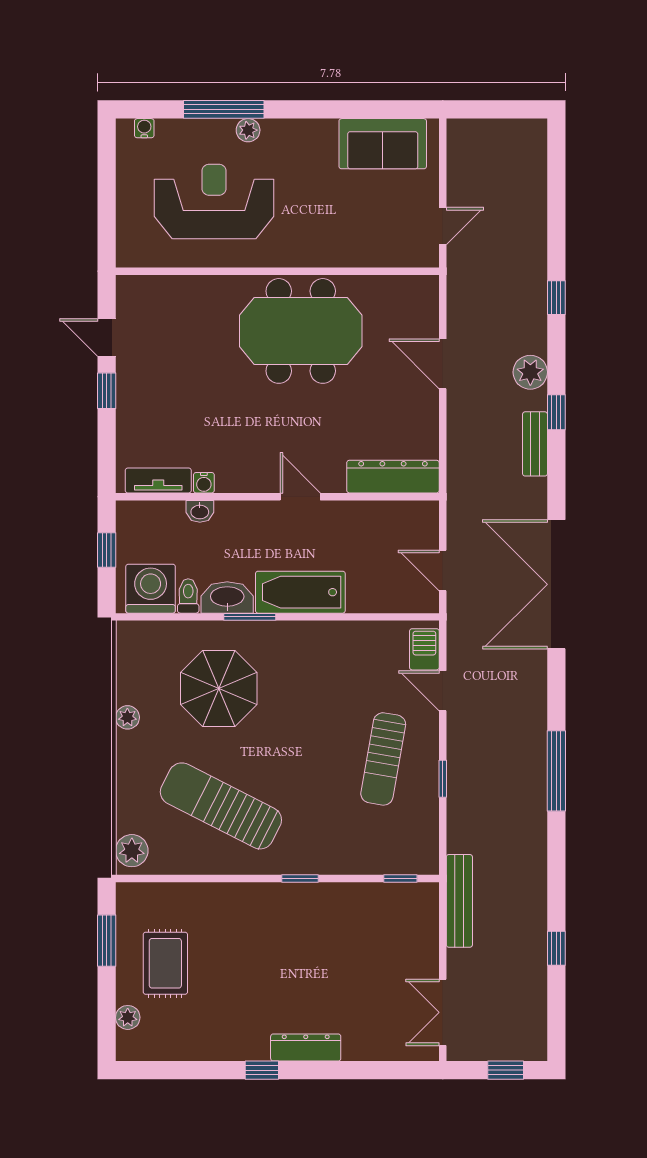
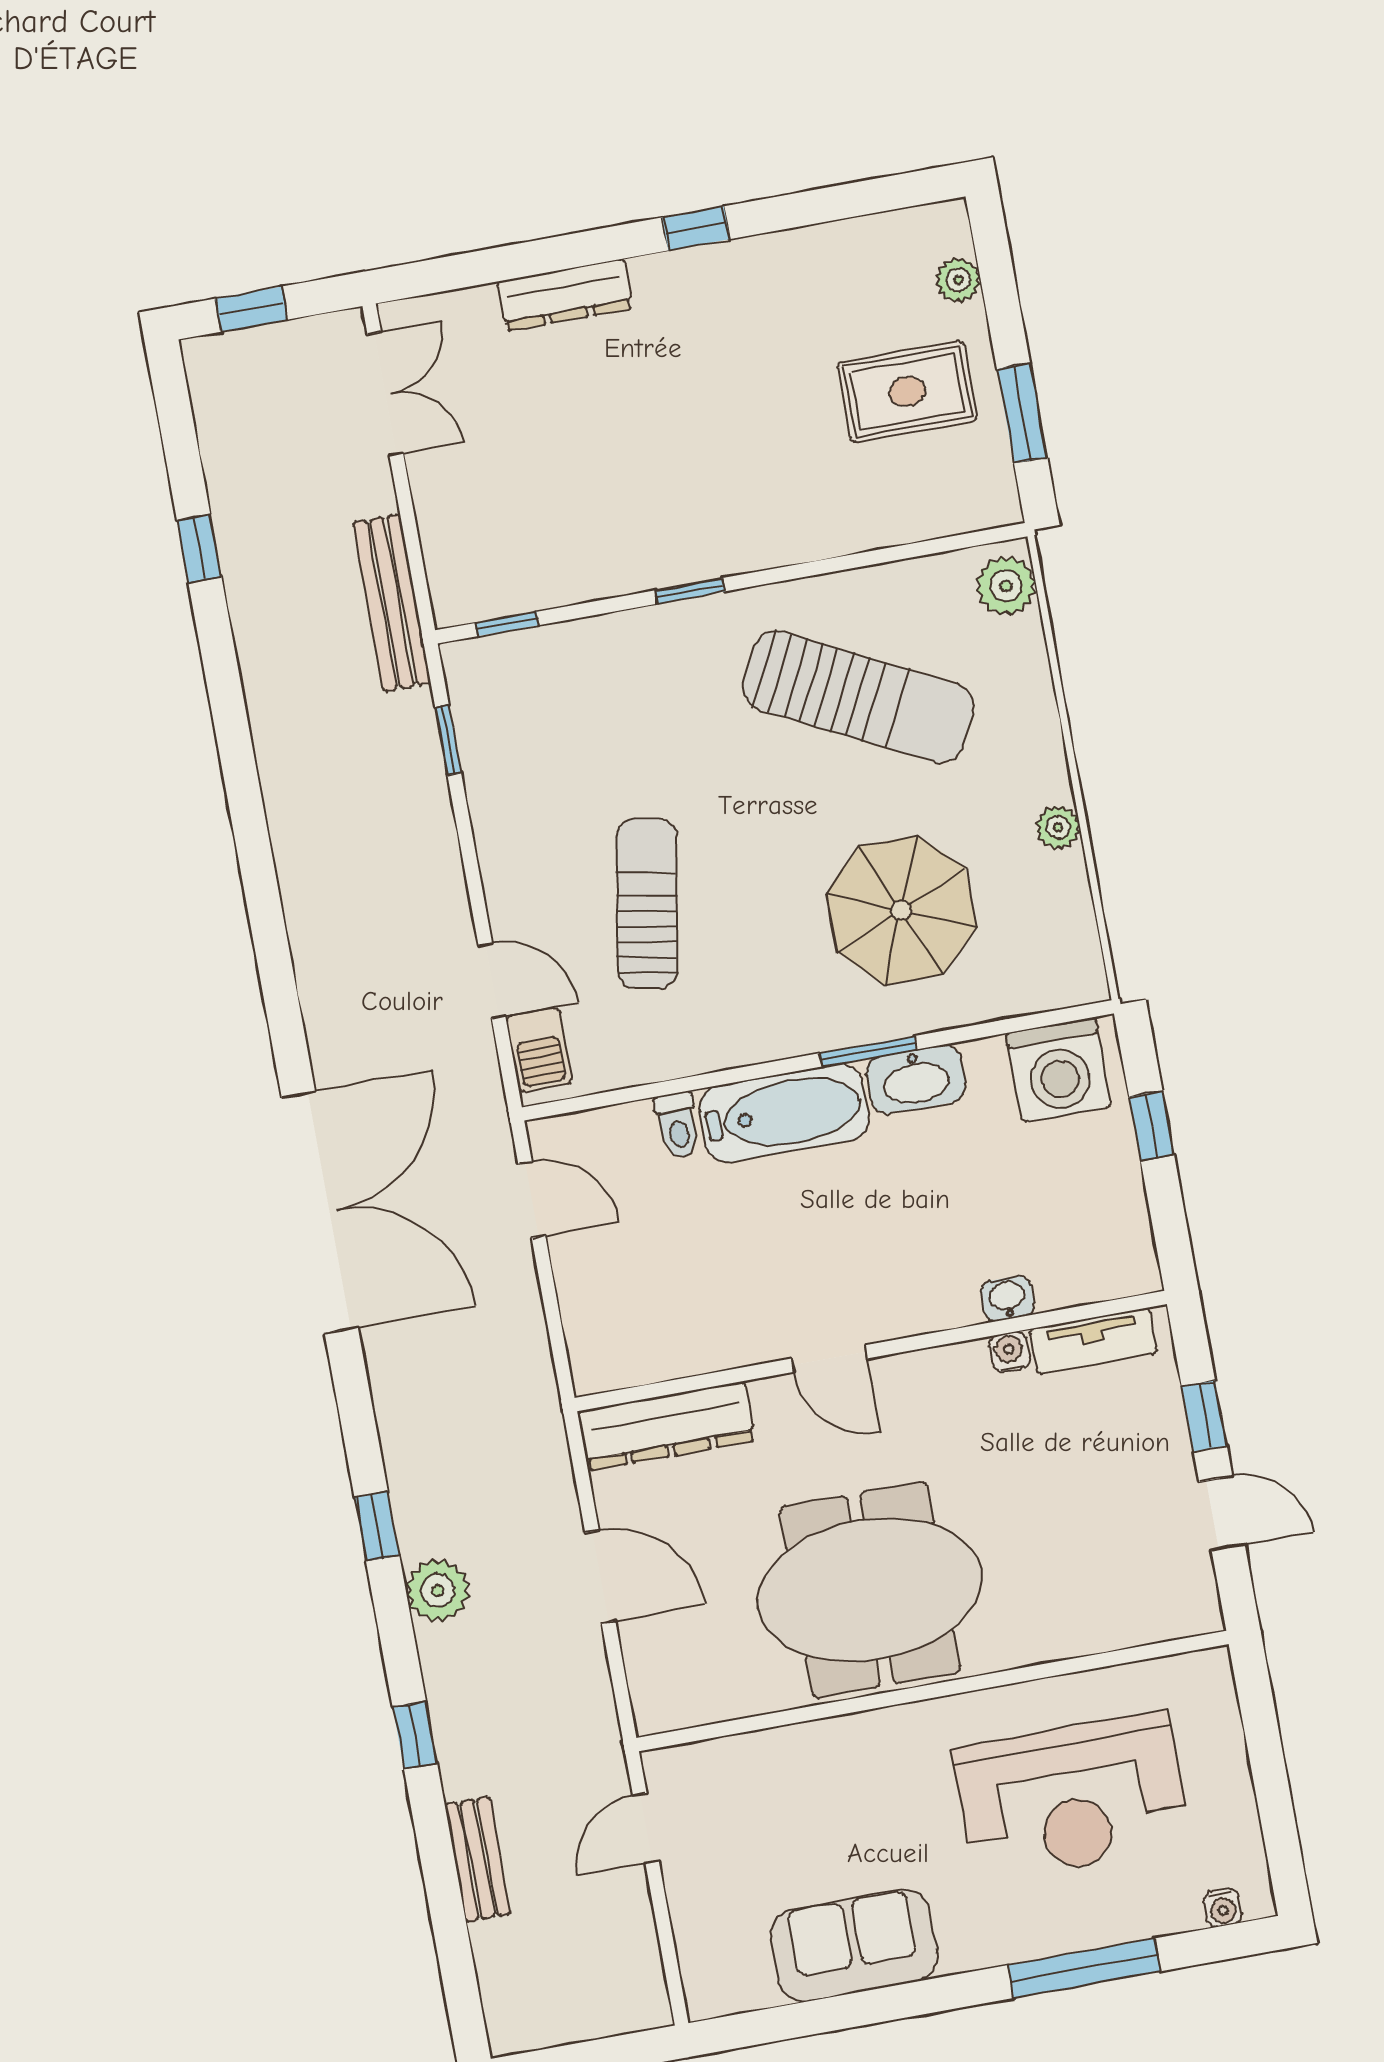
plant: (248, 130) -> (1033, 1938), removed
sofa: (383, 144) -> (854, 1945), moved
bench: (535, 444) -> (478, 1859), moved
dresser: (393, 477) -> (667, 1426), moved
tv unit: (158, 480) -> (1093, 1341), moved
water cooler: (204, 483) -> (1009, 1352), moved
wall: (277, 497) -> (871, 1351), moved
door: (300, 497) -> (829, 1359), moved
washbasin: (200, 511) -> (1007, 1298), moved
toilet: (188, 596) -> (678, 1125), moved
sun lounger: (383, 759) -> (647, 904), moved
window: (556, 771) -> (258, 872), removed
window: (443, 779) -> (448, 740), moved
rug: (165, 963) -> (907, 391), turned 90
dresser: (306, 1048) -> (565, 295), moved

